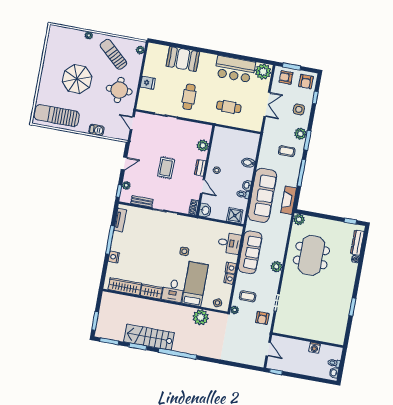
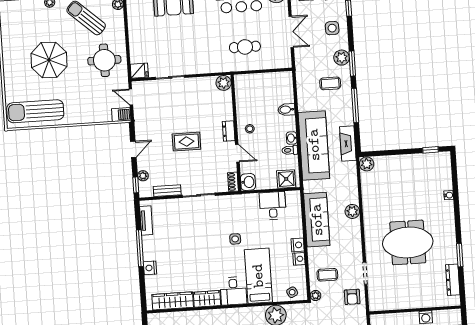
fridge: (148, 83) -> (139, 71), moved
cafe table: (189, 97) -> (193, 47), removed
barbecue: (96, 130) -> (121, 115), moved
plant: (203, 146) -> (224, 83), moved
rug: (166, 168) -> (186, 142), turned 90
desk: (229, 243) -> (273, 206), moved, turned -90
dresser: (357, 243) -> (453, 280), moved
meeting table: (311, 255) -> (408, 242), moved, turned 90
plant: (276, 267) -> (352, 211), moved

